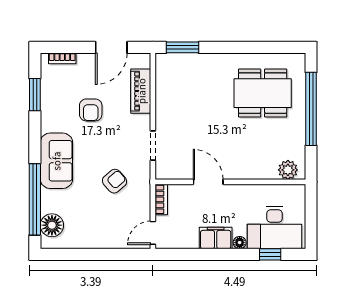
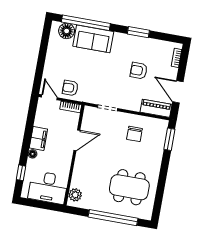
piano: (141, 91) -> (156, 108), moved
dining table: (263, 93) -> (129, 187), turned 90
window: (35, 95) -> (138, 32), moved
chair: (184, 100) -> (134, 134), added
sofa: (56, 161) -> (93, 39), moved
armchair: (114, 181) -> (70, 88), moved, turned 131
desk: (274, 228) -> (48, 187), moved, turned -90

